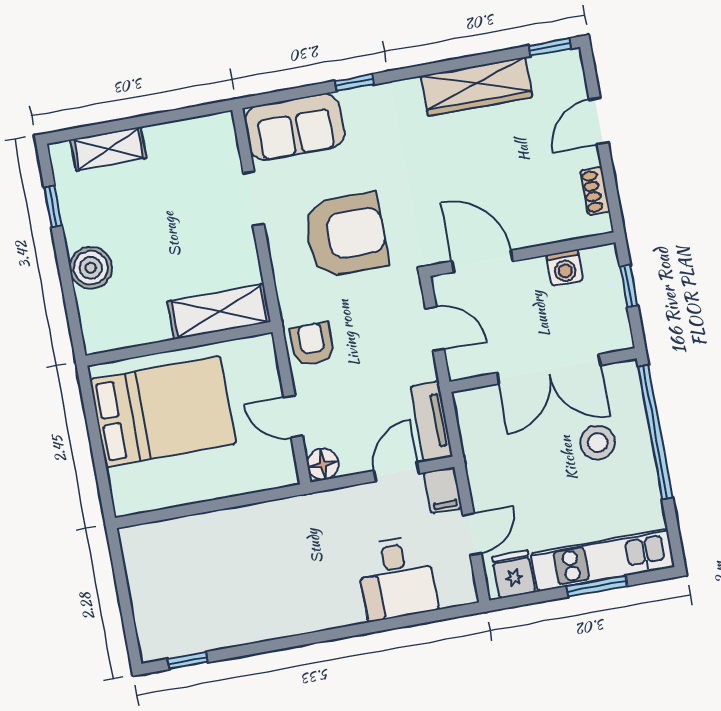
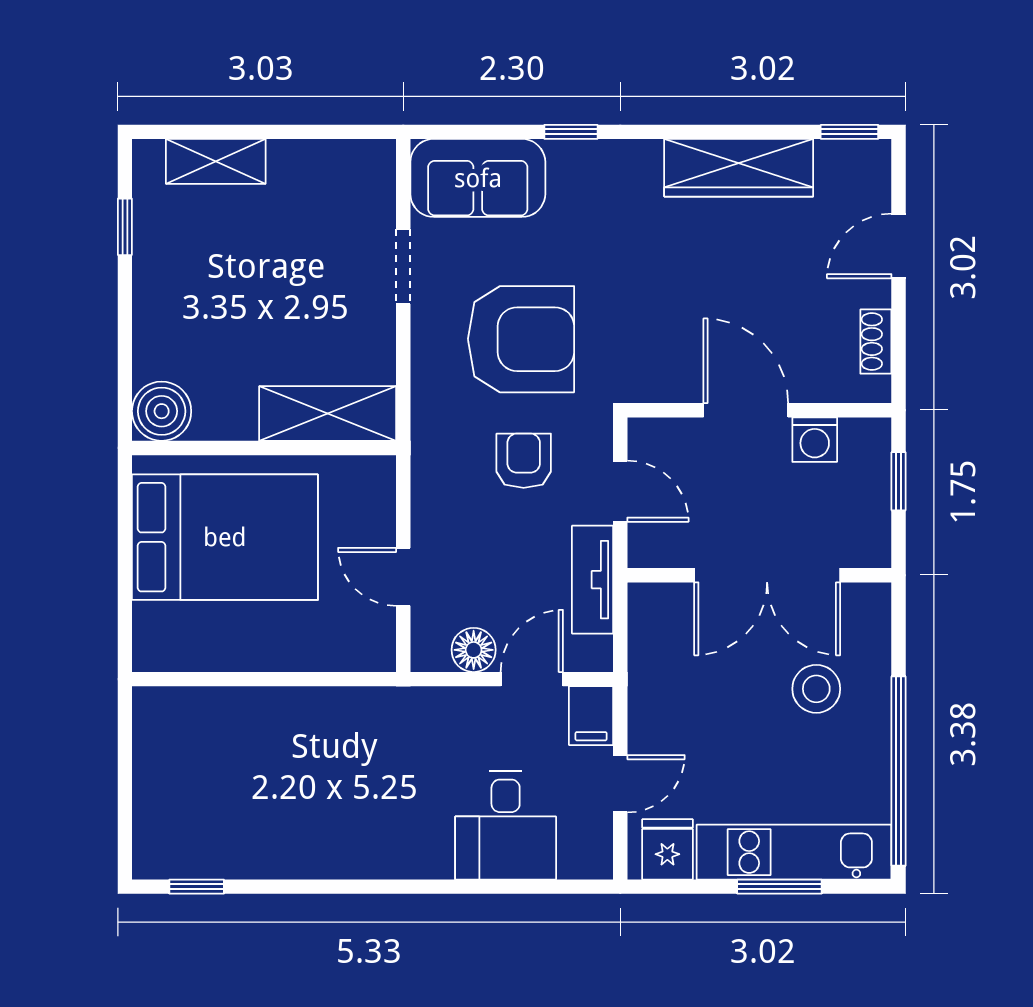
door: (482, 261) -> (746, 410), moved
boiler: (91, 268) -> (162, 411), moved
armchair: (312, 344) -> (524, 461), moved
tv unit: (431, 421) -> (593, 580), moved
window: (655, 432) -> (899, 771), moved
floor lamp: (323, 464) -> (474, 650), moved

